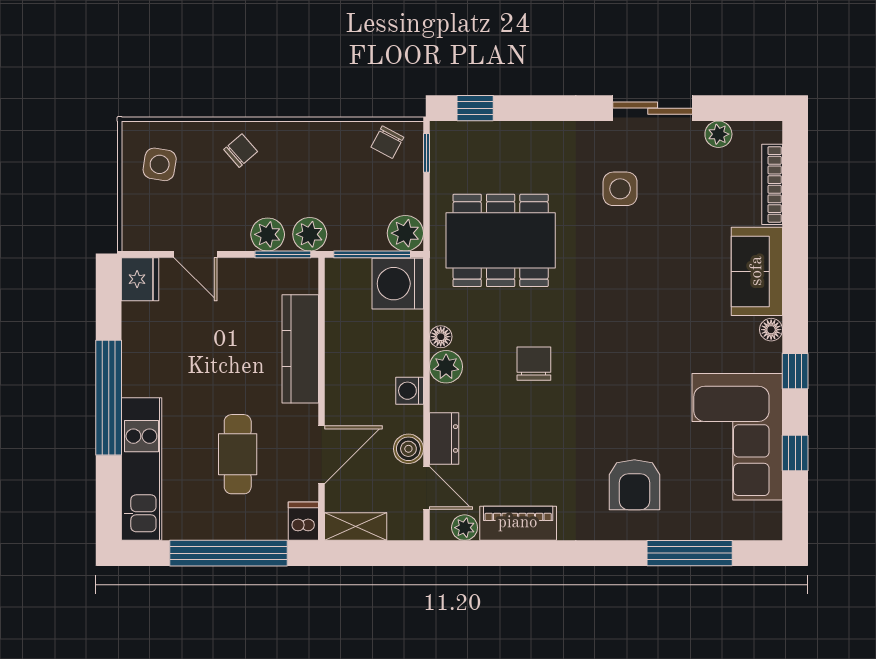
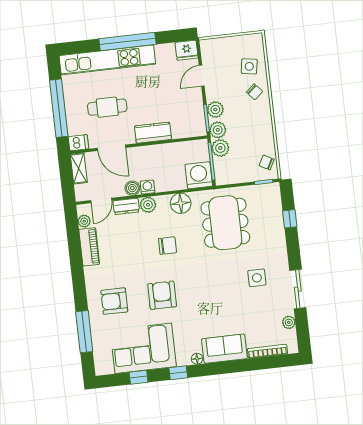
window: (475, 108) -> (290, 219), moved
side table: (160, 164) -> (249, 66), moved
plant: (405, 233) -> (220, 148), moved
floor lamp: (441, 337) -> (181, 203), width x1.89, depth x1.89
kitchen counter: (300, 349) -> (153, 133), width x0.67
plant: (446, 367) -> (148, 205), moved
armchair: (634, 386) -> (162, 295), added
boiler: (408, 449) -> (132, 188), moved
kitchen unit: (141, 469) -> (107, 60), width x1.36

